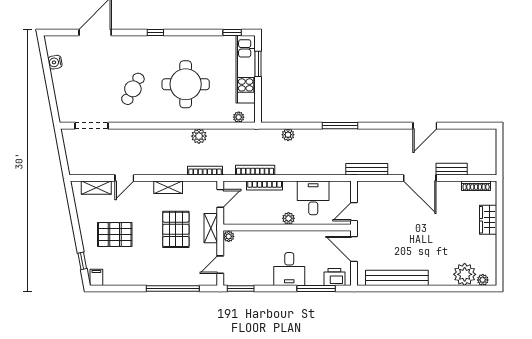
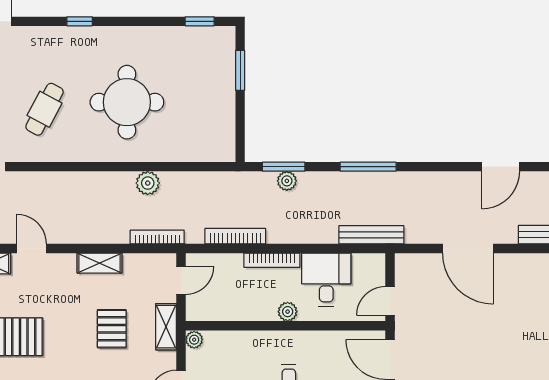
kitchen unit: (246, 69) -> (221, 79), removed
plant: (239, 117) -> (210, 153), removed
window: (286, 126) -> (284, 167), added
bench: (367, 169) -> (371, 235), moved
door: (124, 178) -> (31, 248), swing flipped
door: (420, 178) -> (468, 248), moved
bookcase: (265, 185) -> (272, 260), moved
pallet: (176, 229) -> (112, 329), width x0.67, depth x0.71

